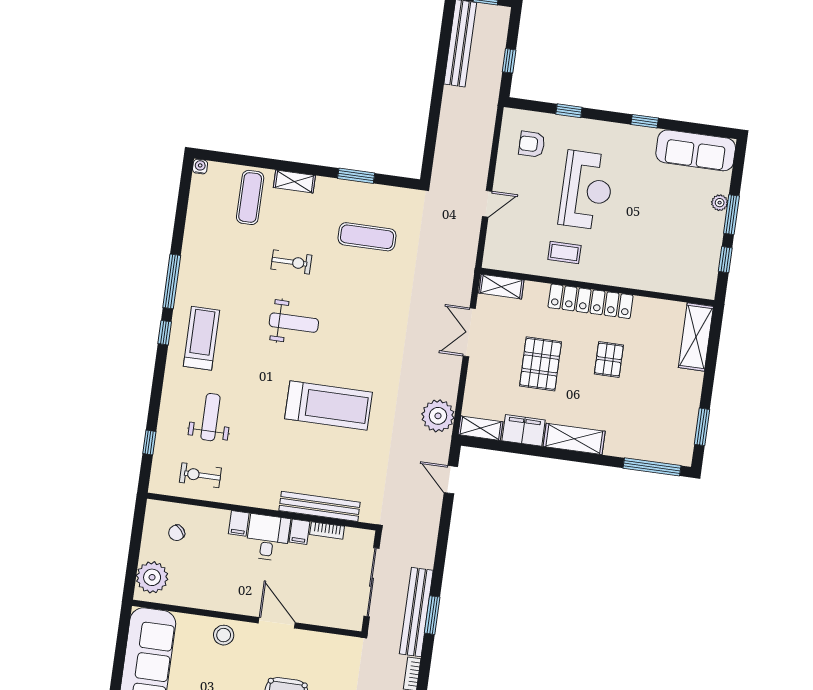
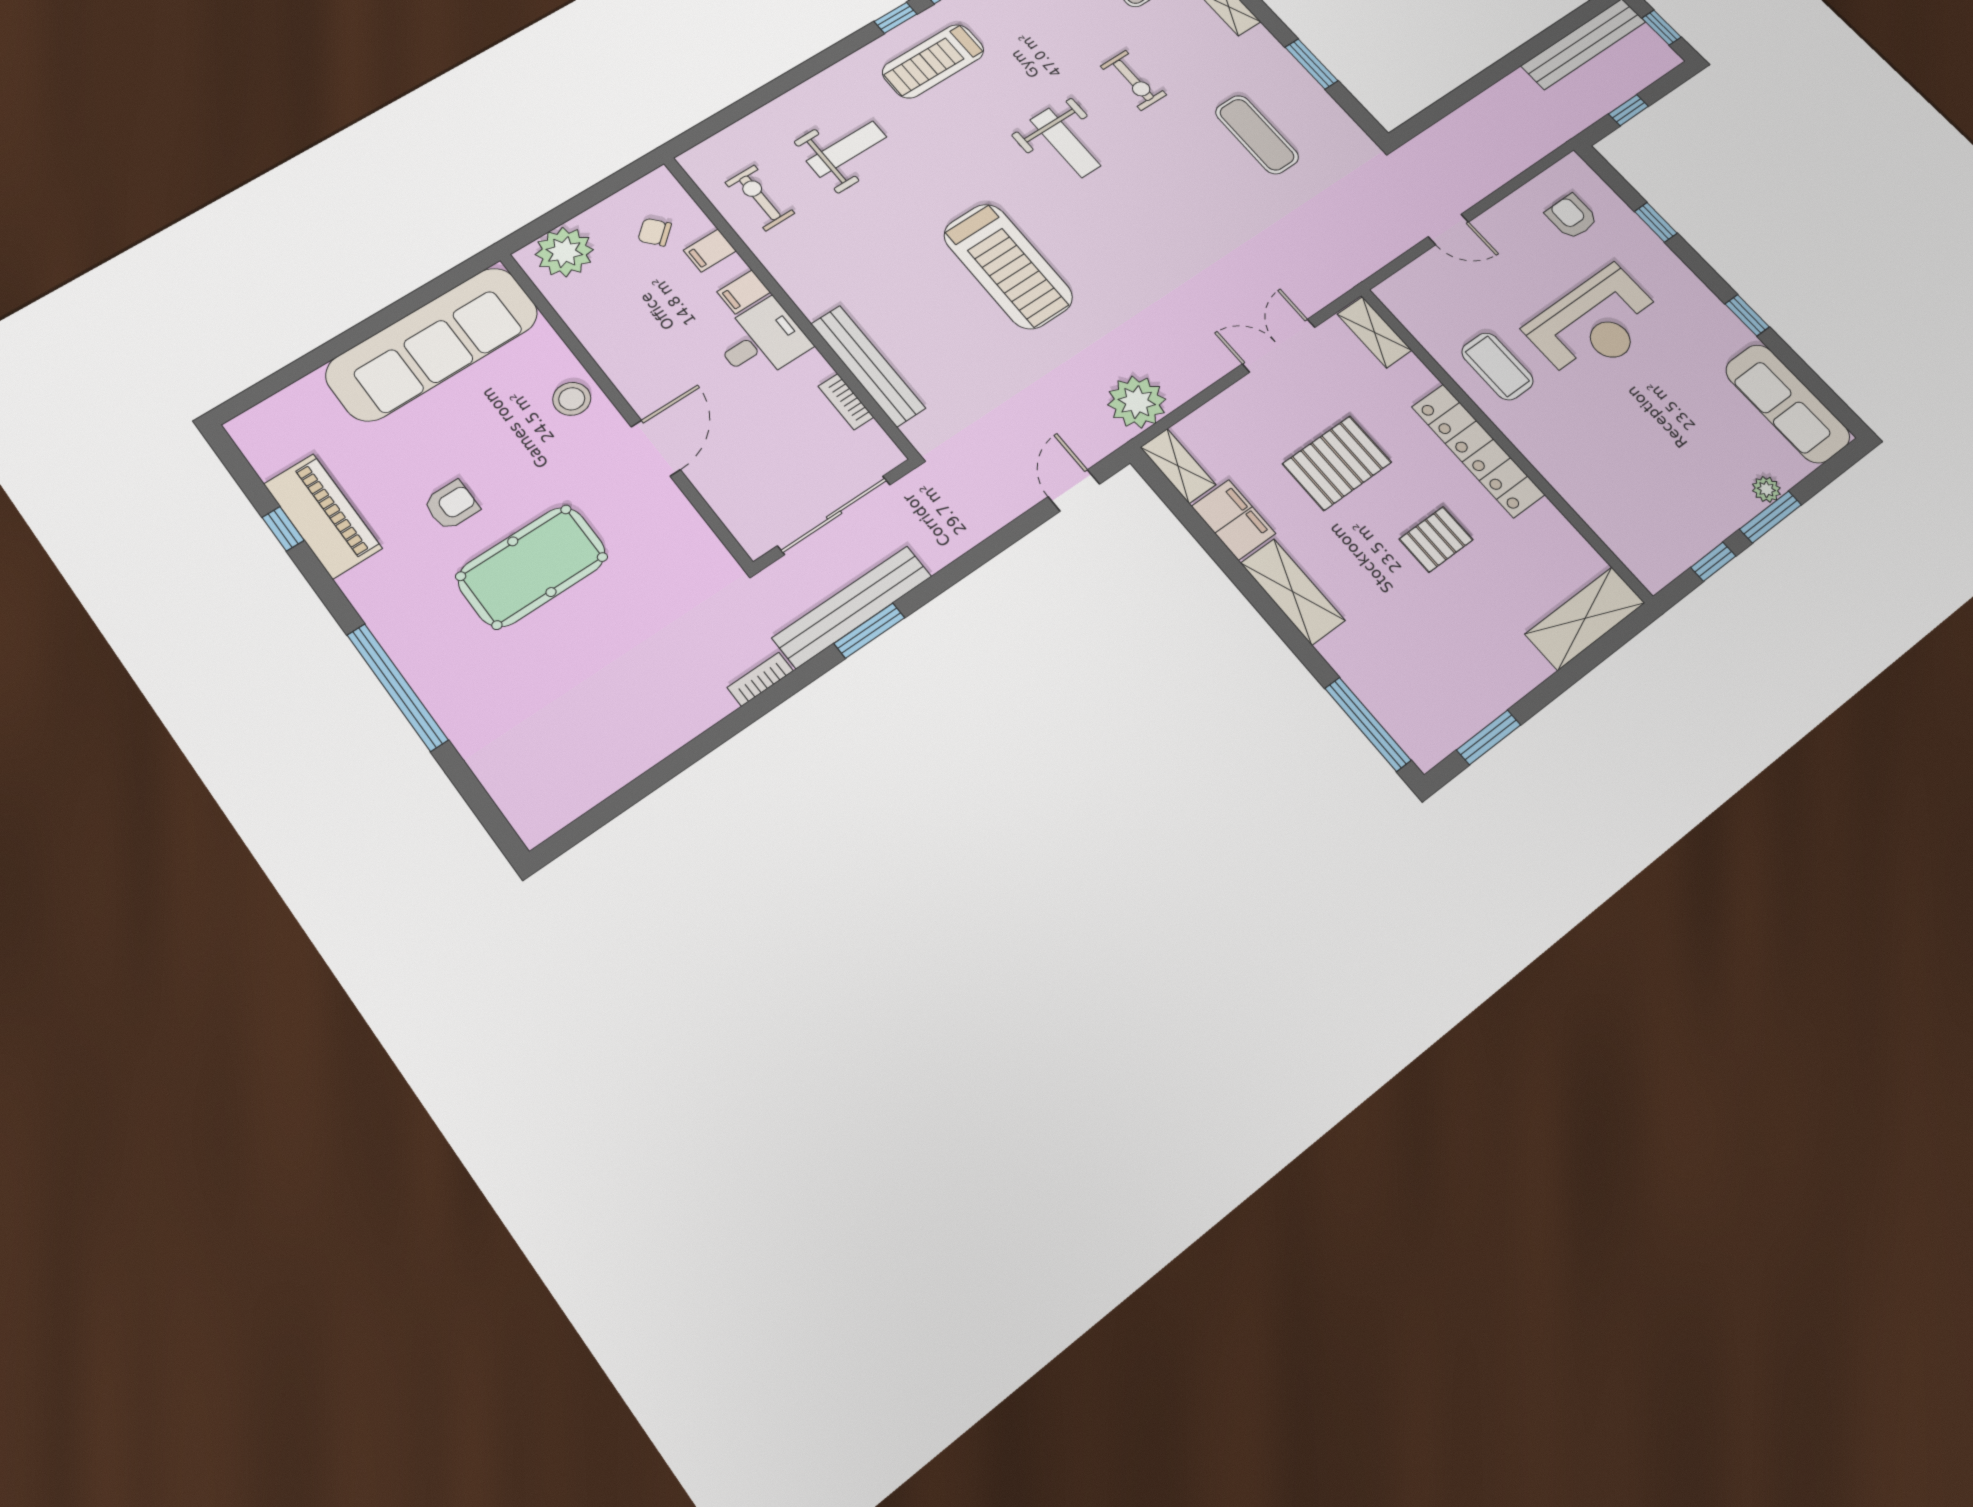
coffee table: (564, 252) -> (1497, 366), width x1.36, depth x1.30
treadmill: (201, 338) -> (933, 61), turned 180
window: (149, 443) -> (740, 109), removed
filing cabinet: (300, 532) -> (710, 251), moved

